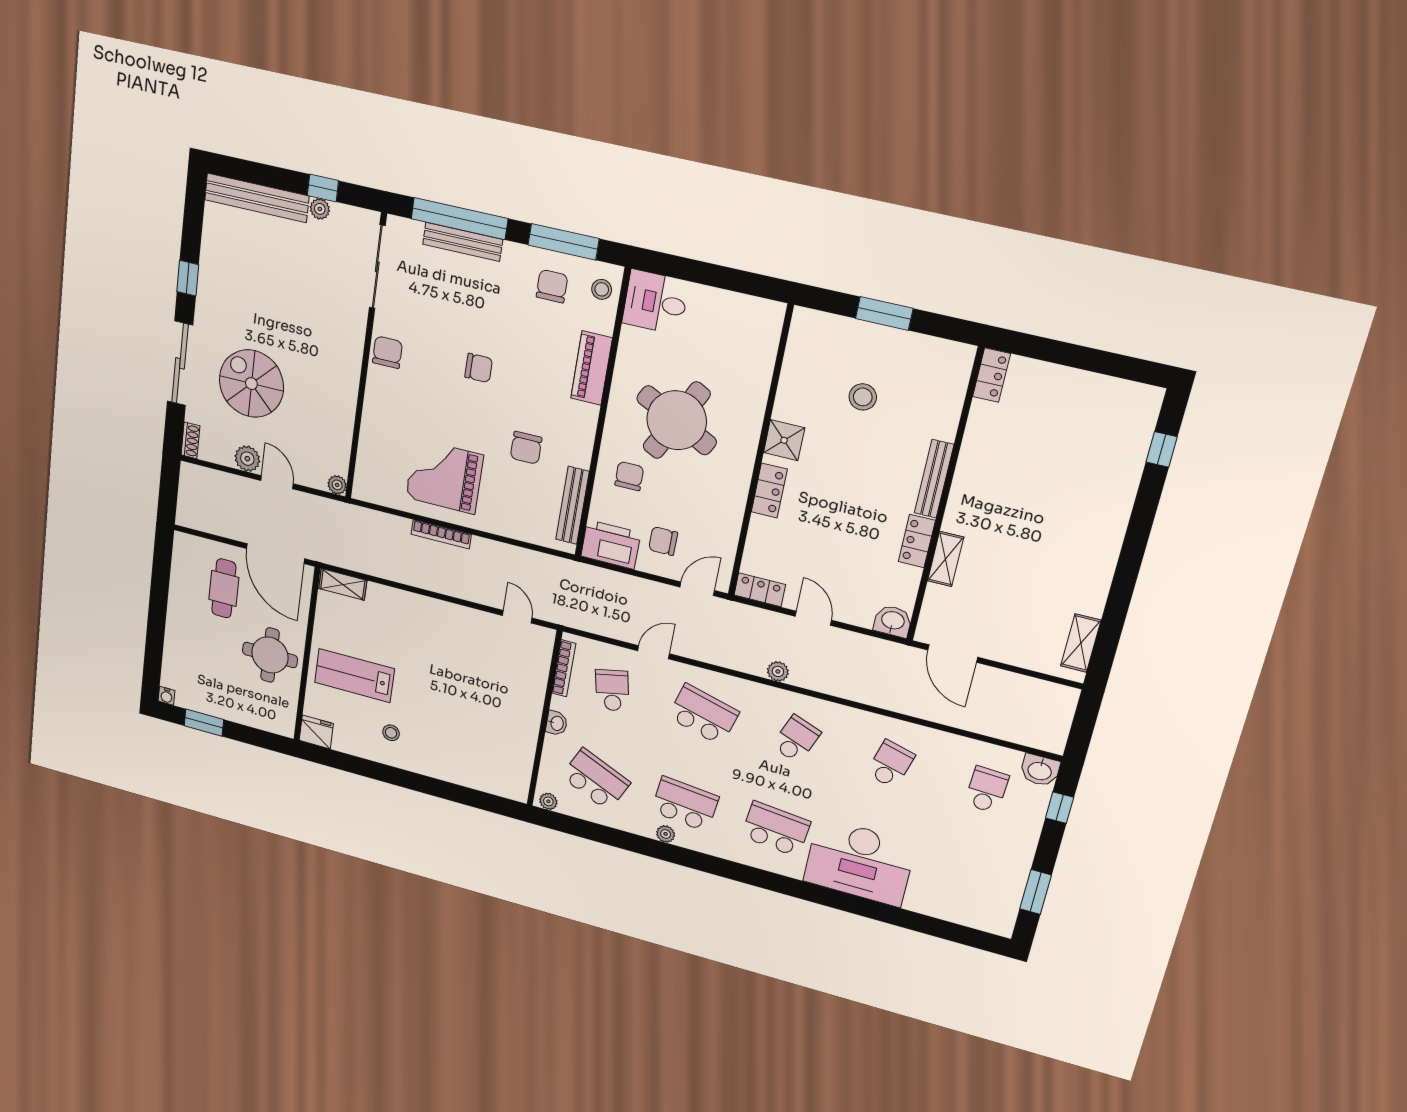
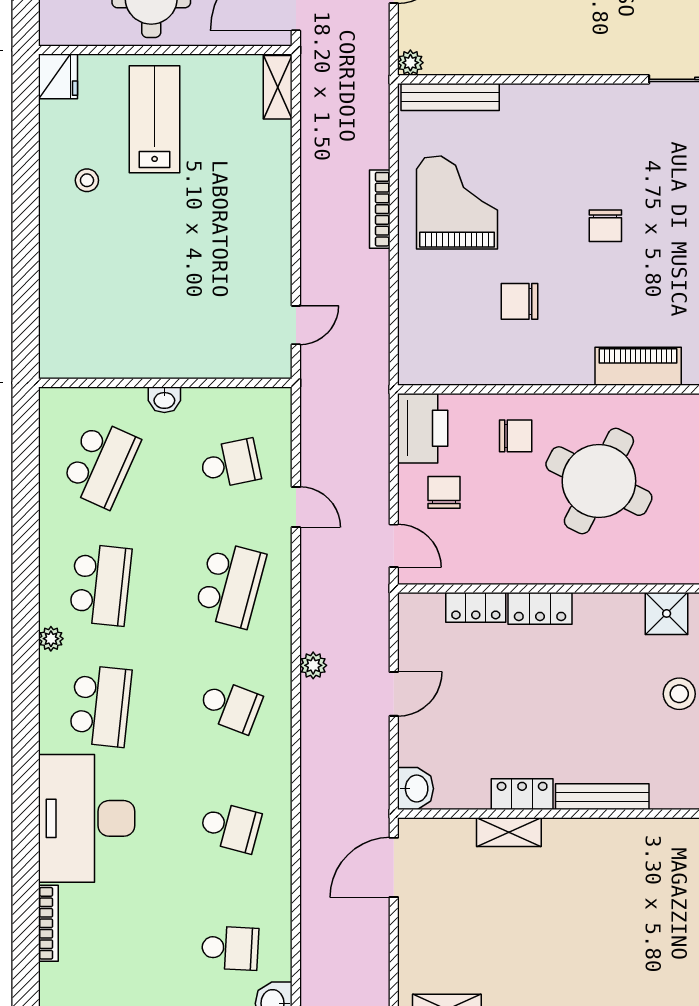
chair: (387, 352) -> (598, 107), removed
shower: (784, 440) -> (667, 613), moved
bench: (573, 505) -> (450, 97), moved
locker: (760, 590) -> (476, 607), moved, turned 90
bookcase: (564, 668) -> (48, 923), moved, turned -90
plant: (548, 801) -> (51, 407), removed
plant: (666, 834) -> (51, 639), moved

